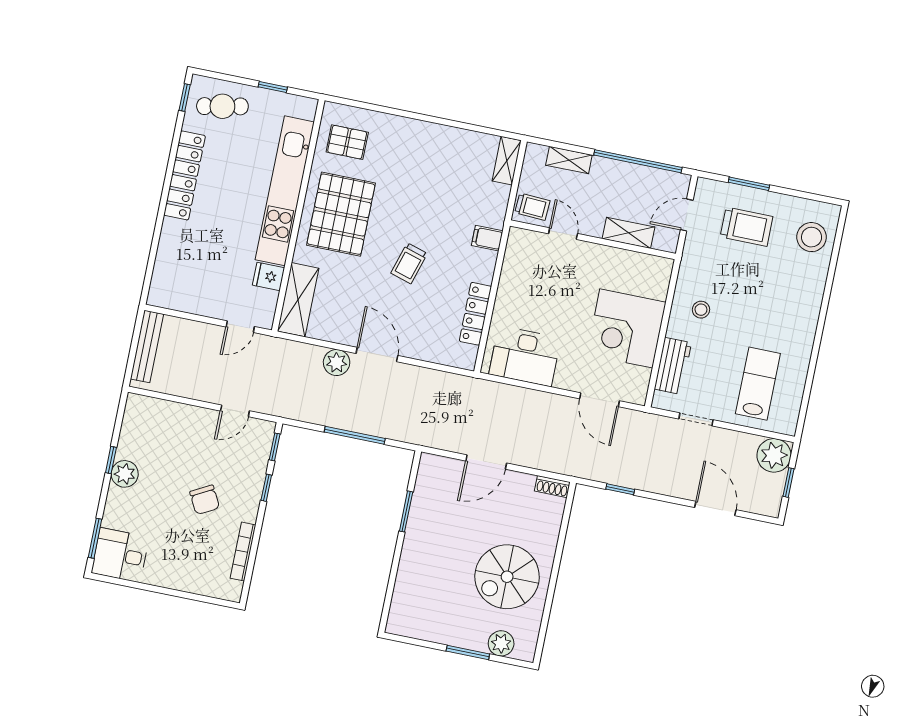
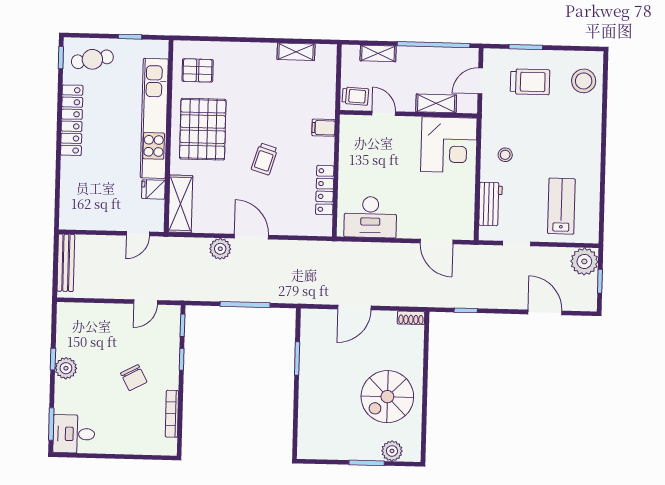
shelving: (507, 161) -> (296, 52), moved, turned 90
corner desk: (626, 328) -> (449, 145), moved, turned -90

